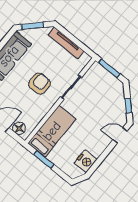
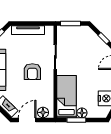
armchair: (39, 84) -> (32, 72), turned 180
floor lamp: (54, 157) -> (82, 113), added

